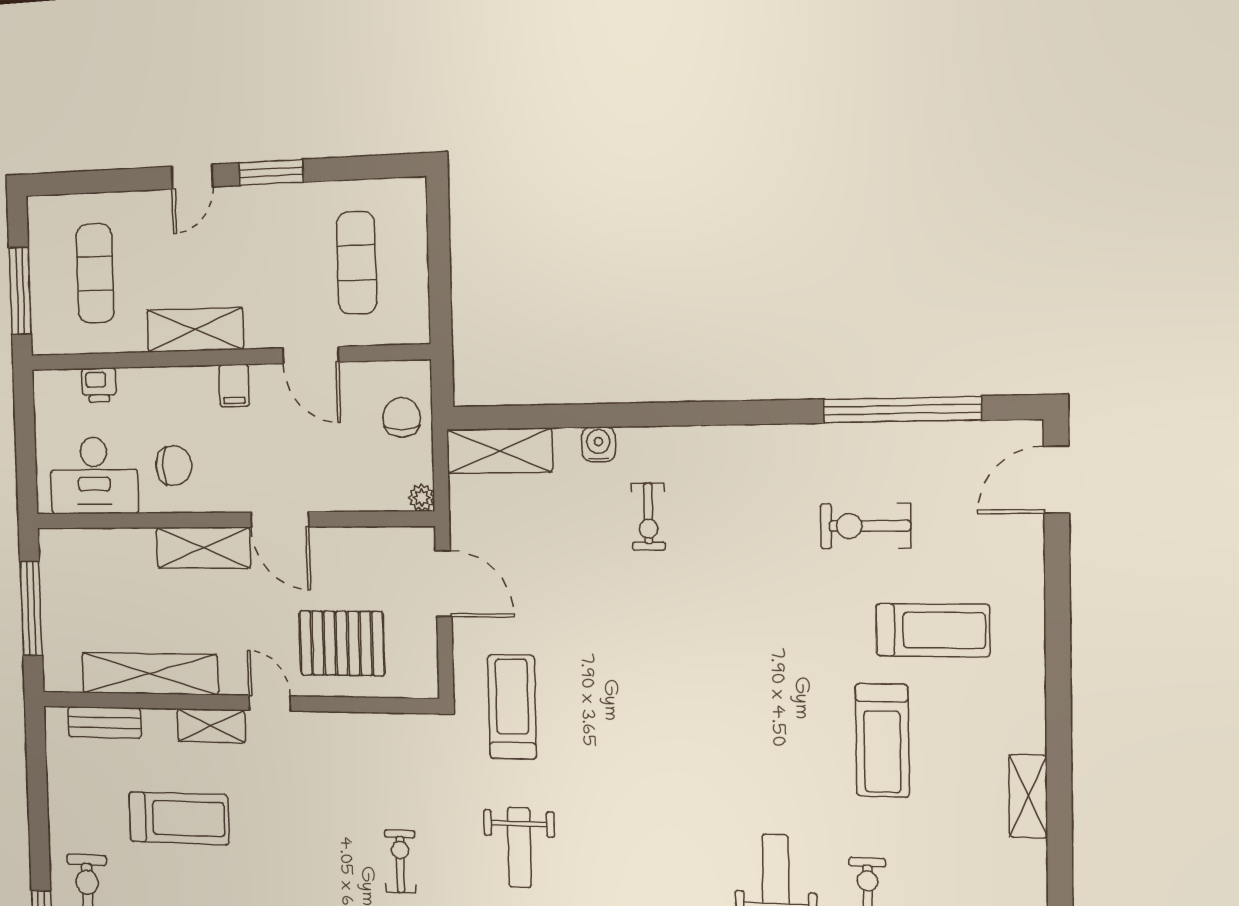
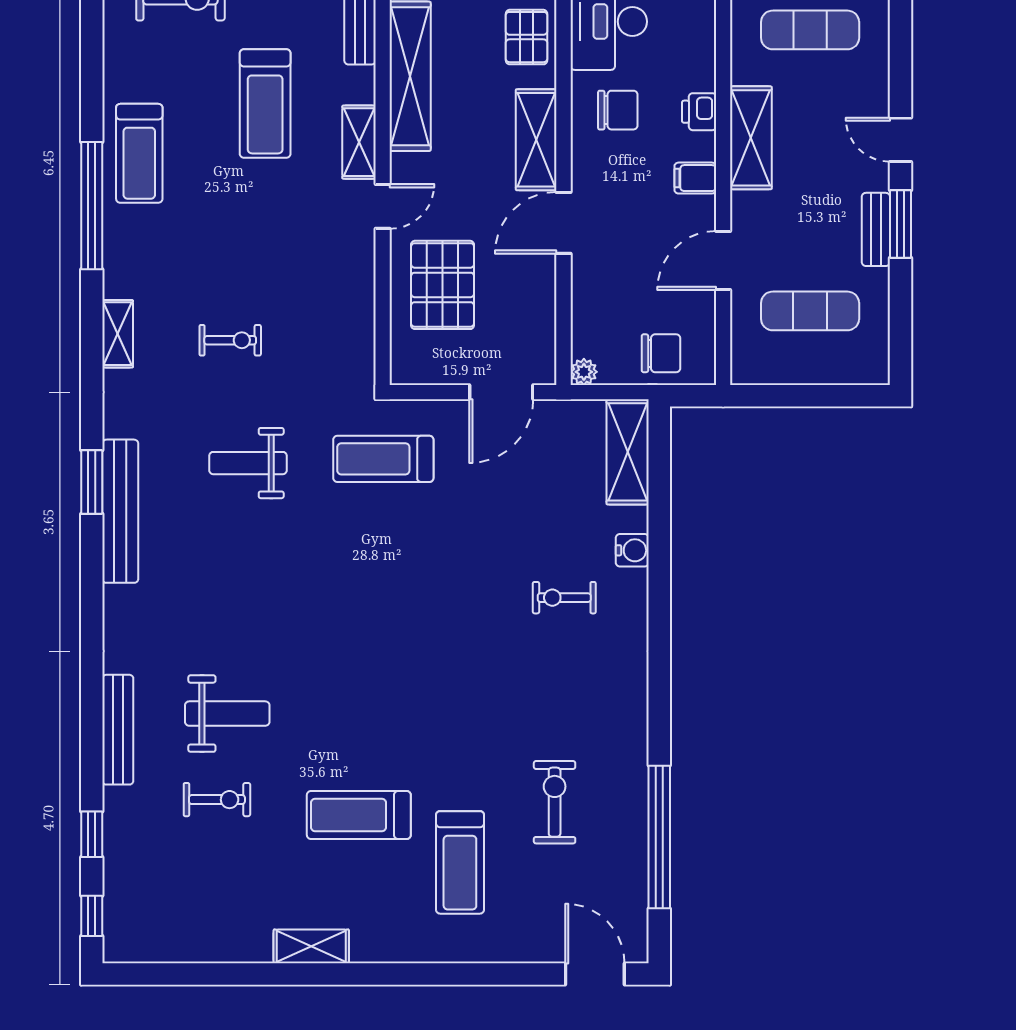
bench: (277, 198) -> (876, 229), added
printer: (99, 385) -> (699, 112), moved
chair: (174, 466) -> (618, 110), turned -90
pallet: (111, 557) -> (527, 37), added
treadmill: (512, 707) -> (383, 459), turned 180

